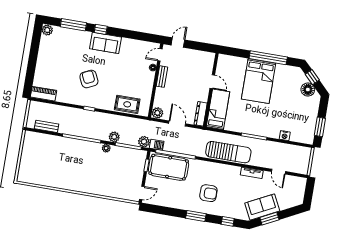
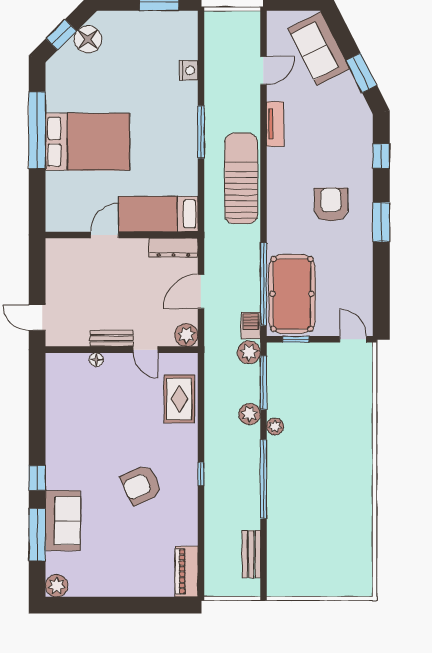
sofa: (105, 43) -> (63, 521), moved
door: (160, 55) -> (145, 350), moved
sofa: (262, 207) -> (319, 49), moved

